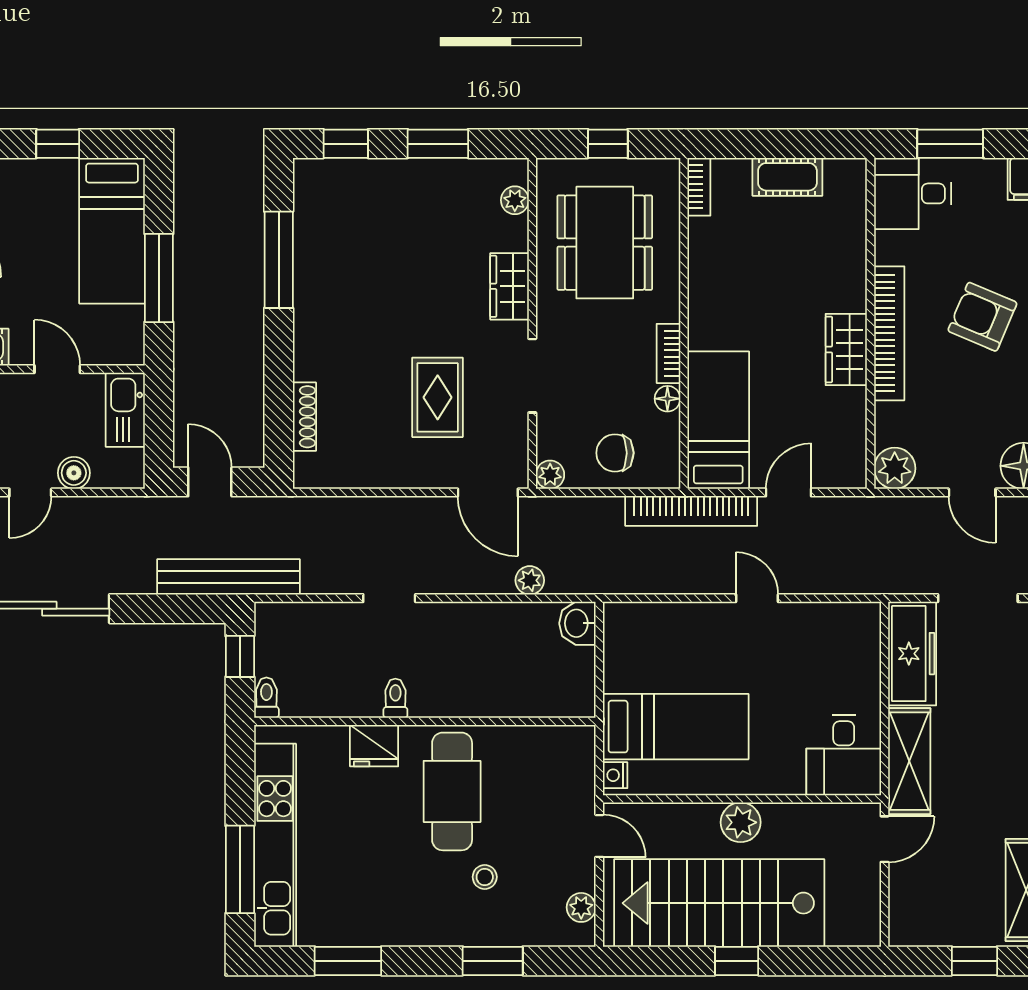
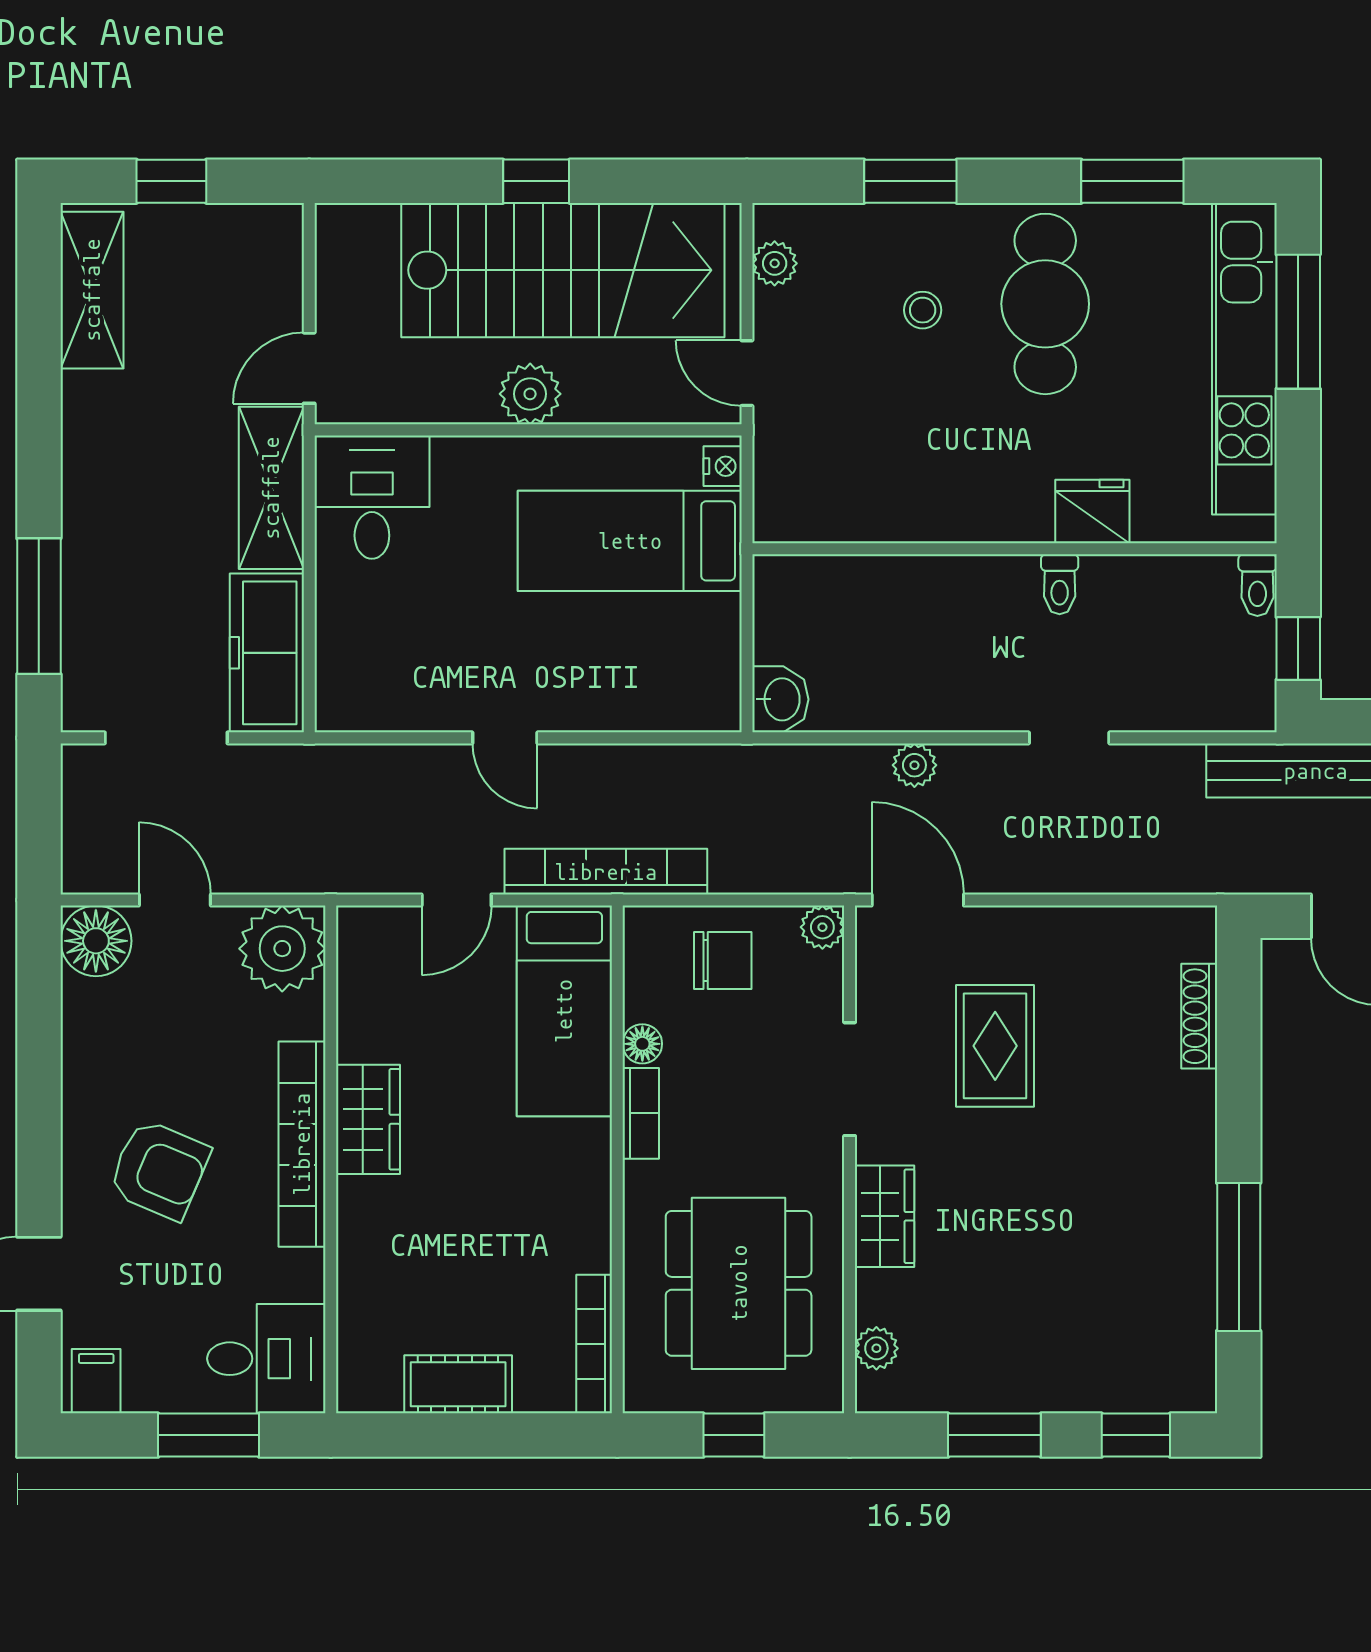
bookcase: (699, 187) -> (594, 1344), width x1.56
plant: (895, 468) -> (282, 949), width x1.36, depth x1.36
plant: (530, 580) -> (914, 765), moved
cafe table: (452, 791) -> (1045, 304), moved

